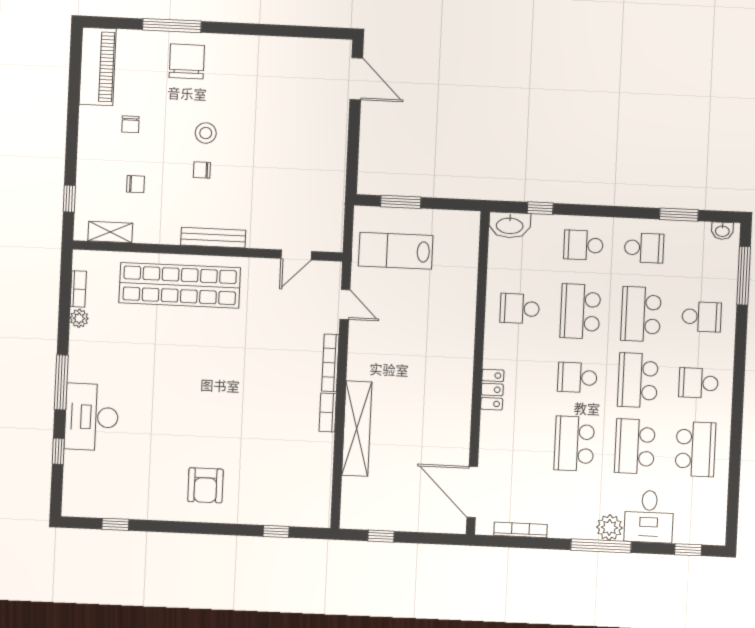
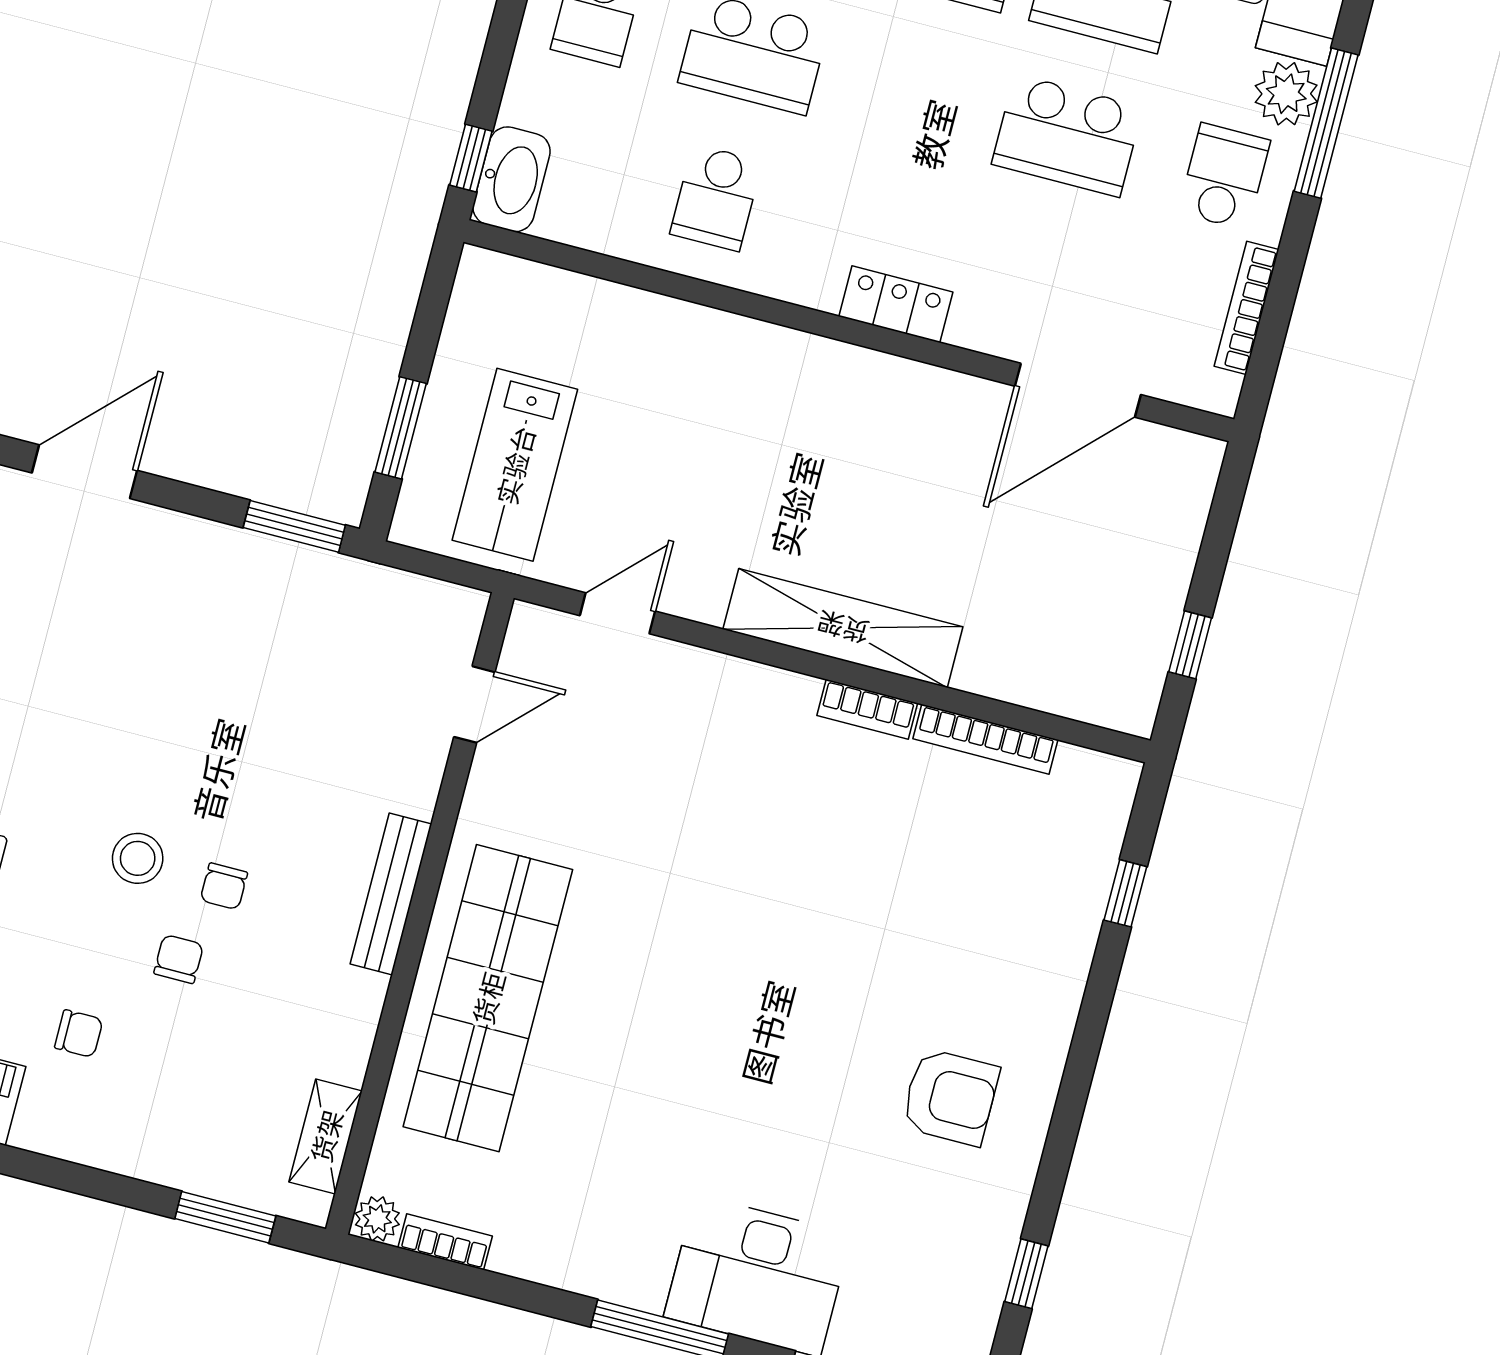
window: (352, 168) -> (294, 526), added
chair: (136, 184) -> (179, 959), moved
window: (69, 199) -> (225, 1217), width x1.50
window: (540, 208) -> (471, 158), moved
door: (296, 255) -> (474, 704), hinge flipped
plant: (79, 318) -> (377, 1219), moved
bookcase: (330, 363) -> (985, 739), moved
school desk: (577, 377) -> (1224, 176), moved, turned 180
shelving: (357, 429) -> (843, 628), moved
armchair: (205, 485) -> (950, 1097), moved
door: (472, 492) -> (1078, 390), moved

